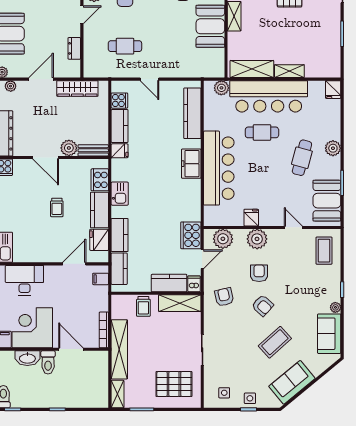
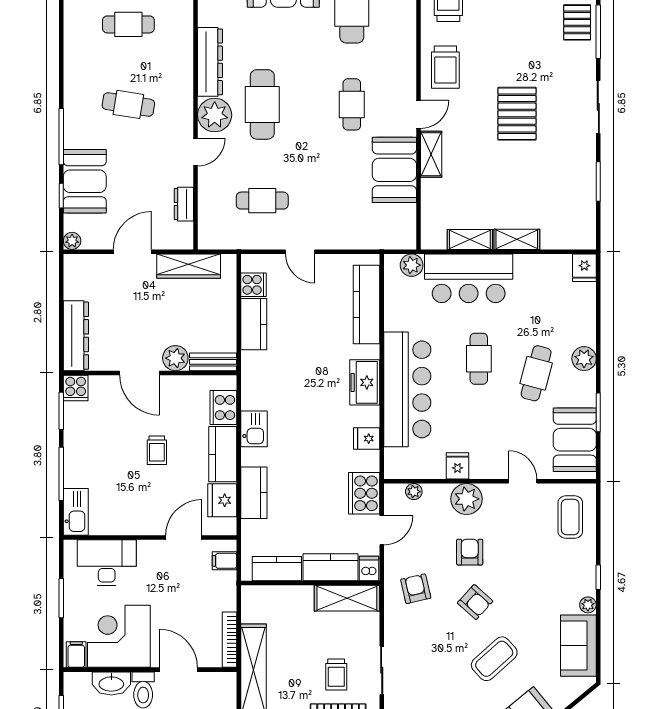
shelving: (252, 69) -> (470, 239), width x0.67, depth x0.75
plant: (11, 86) -> (85, 262), removed
bar counter: (269, 96) -> (469, 278), width x0.73
cafe table: (262, 132) -> (479, 359), moved, turned 90
fridge: (120, 151) -> (367, 439), moved, turned 180
plant: (223, 239) -> (414, 492), width x0.53, depth x0.53
kitchen counter: (119, 269) -> (277, 569), moved, turned -90
trolley: (143, 306) -> (336, 675), moved

